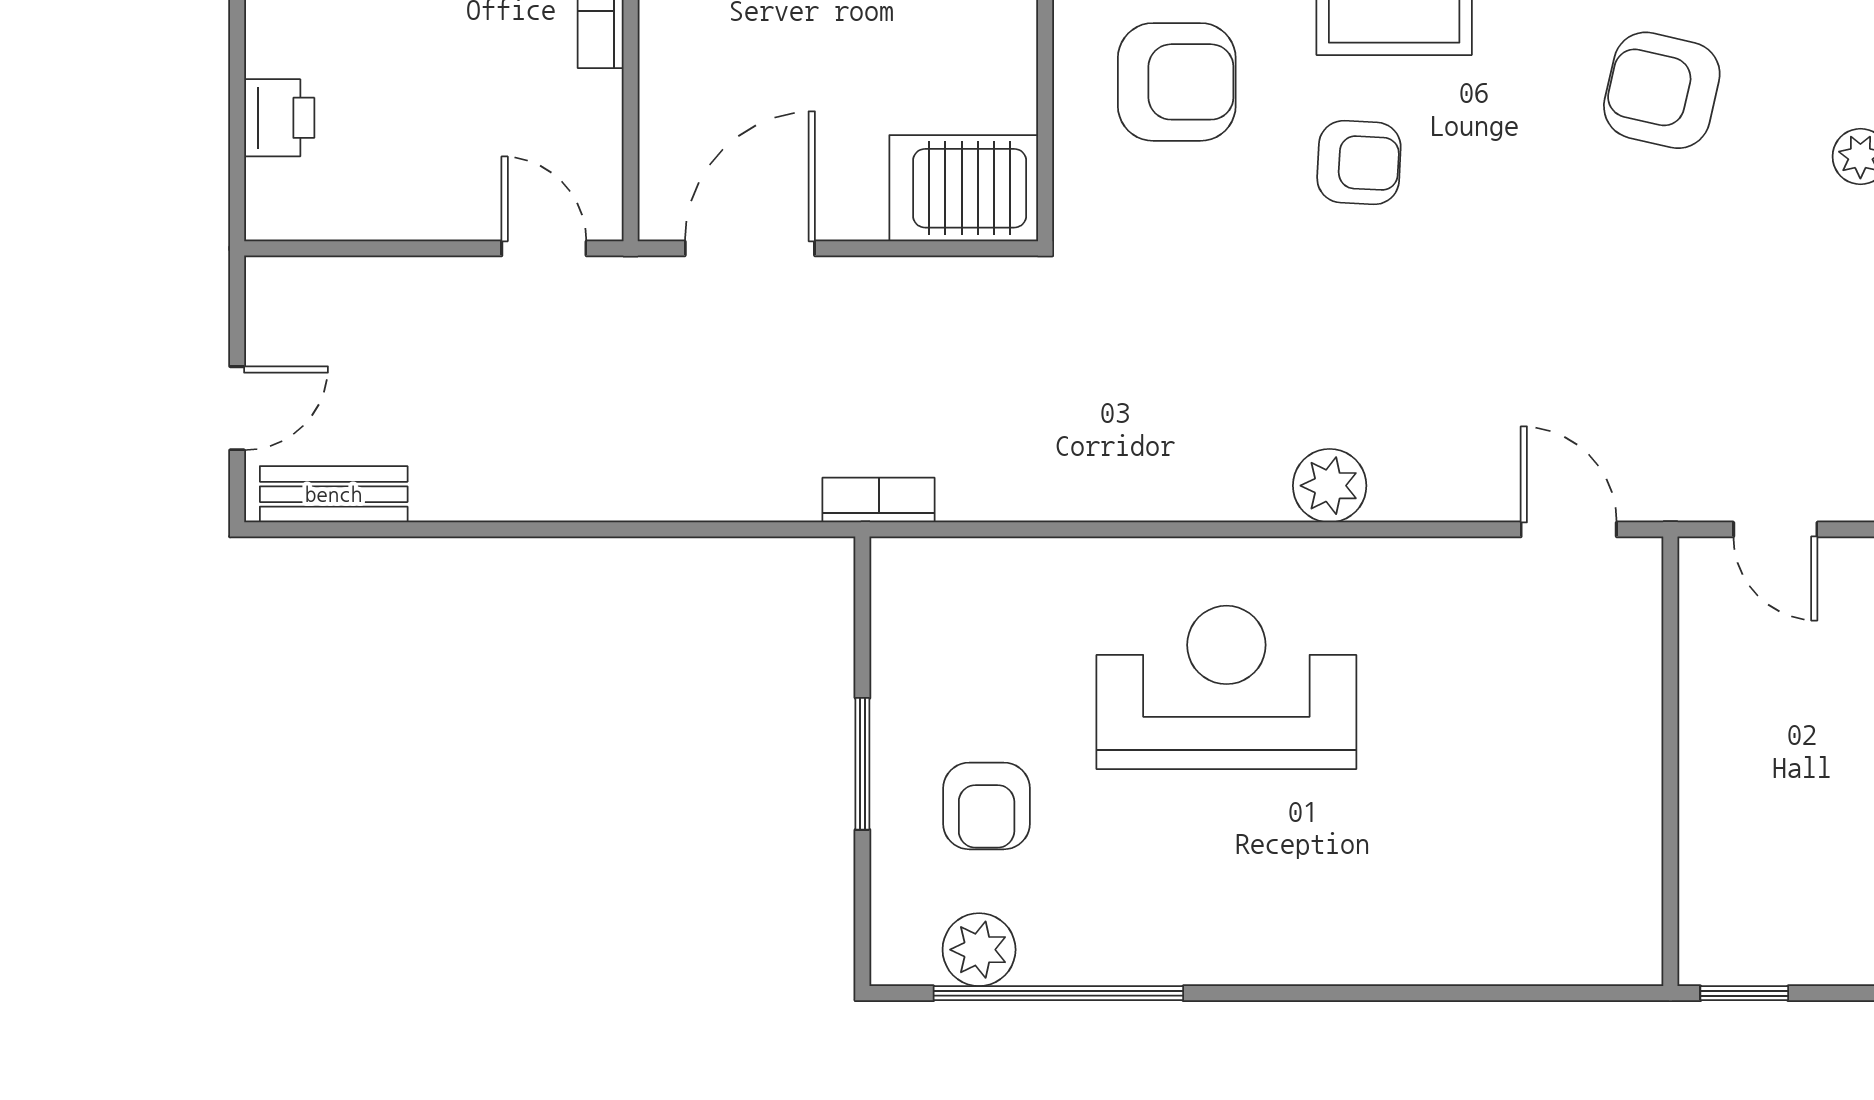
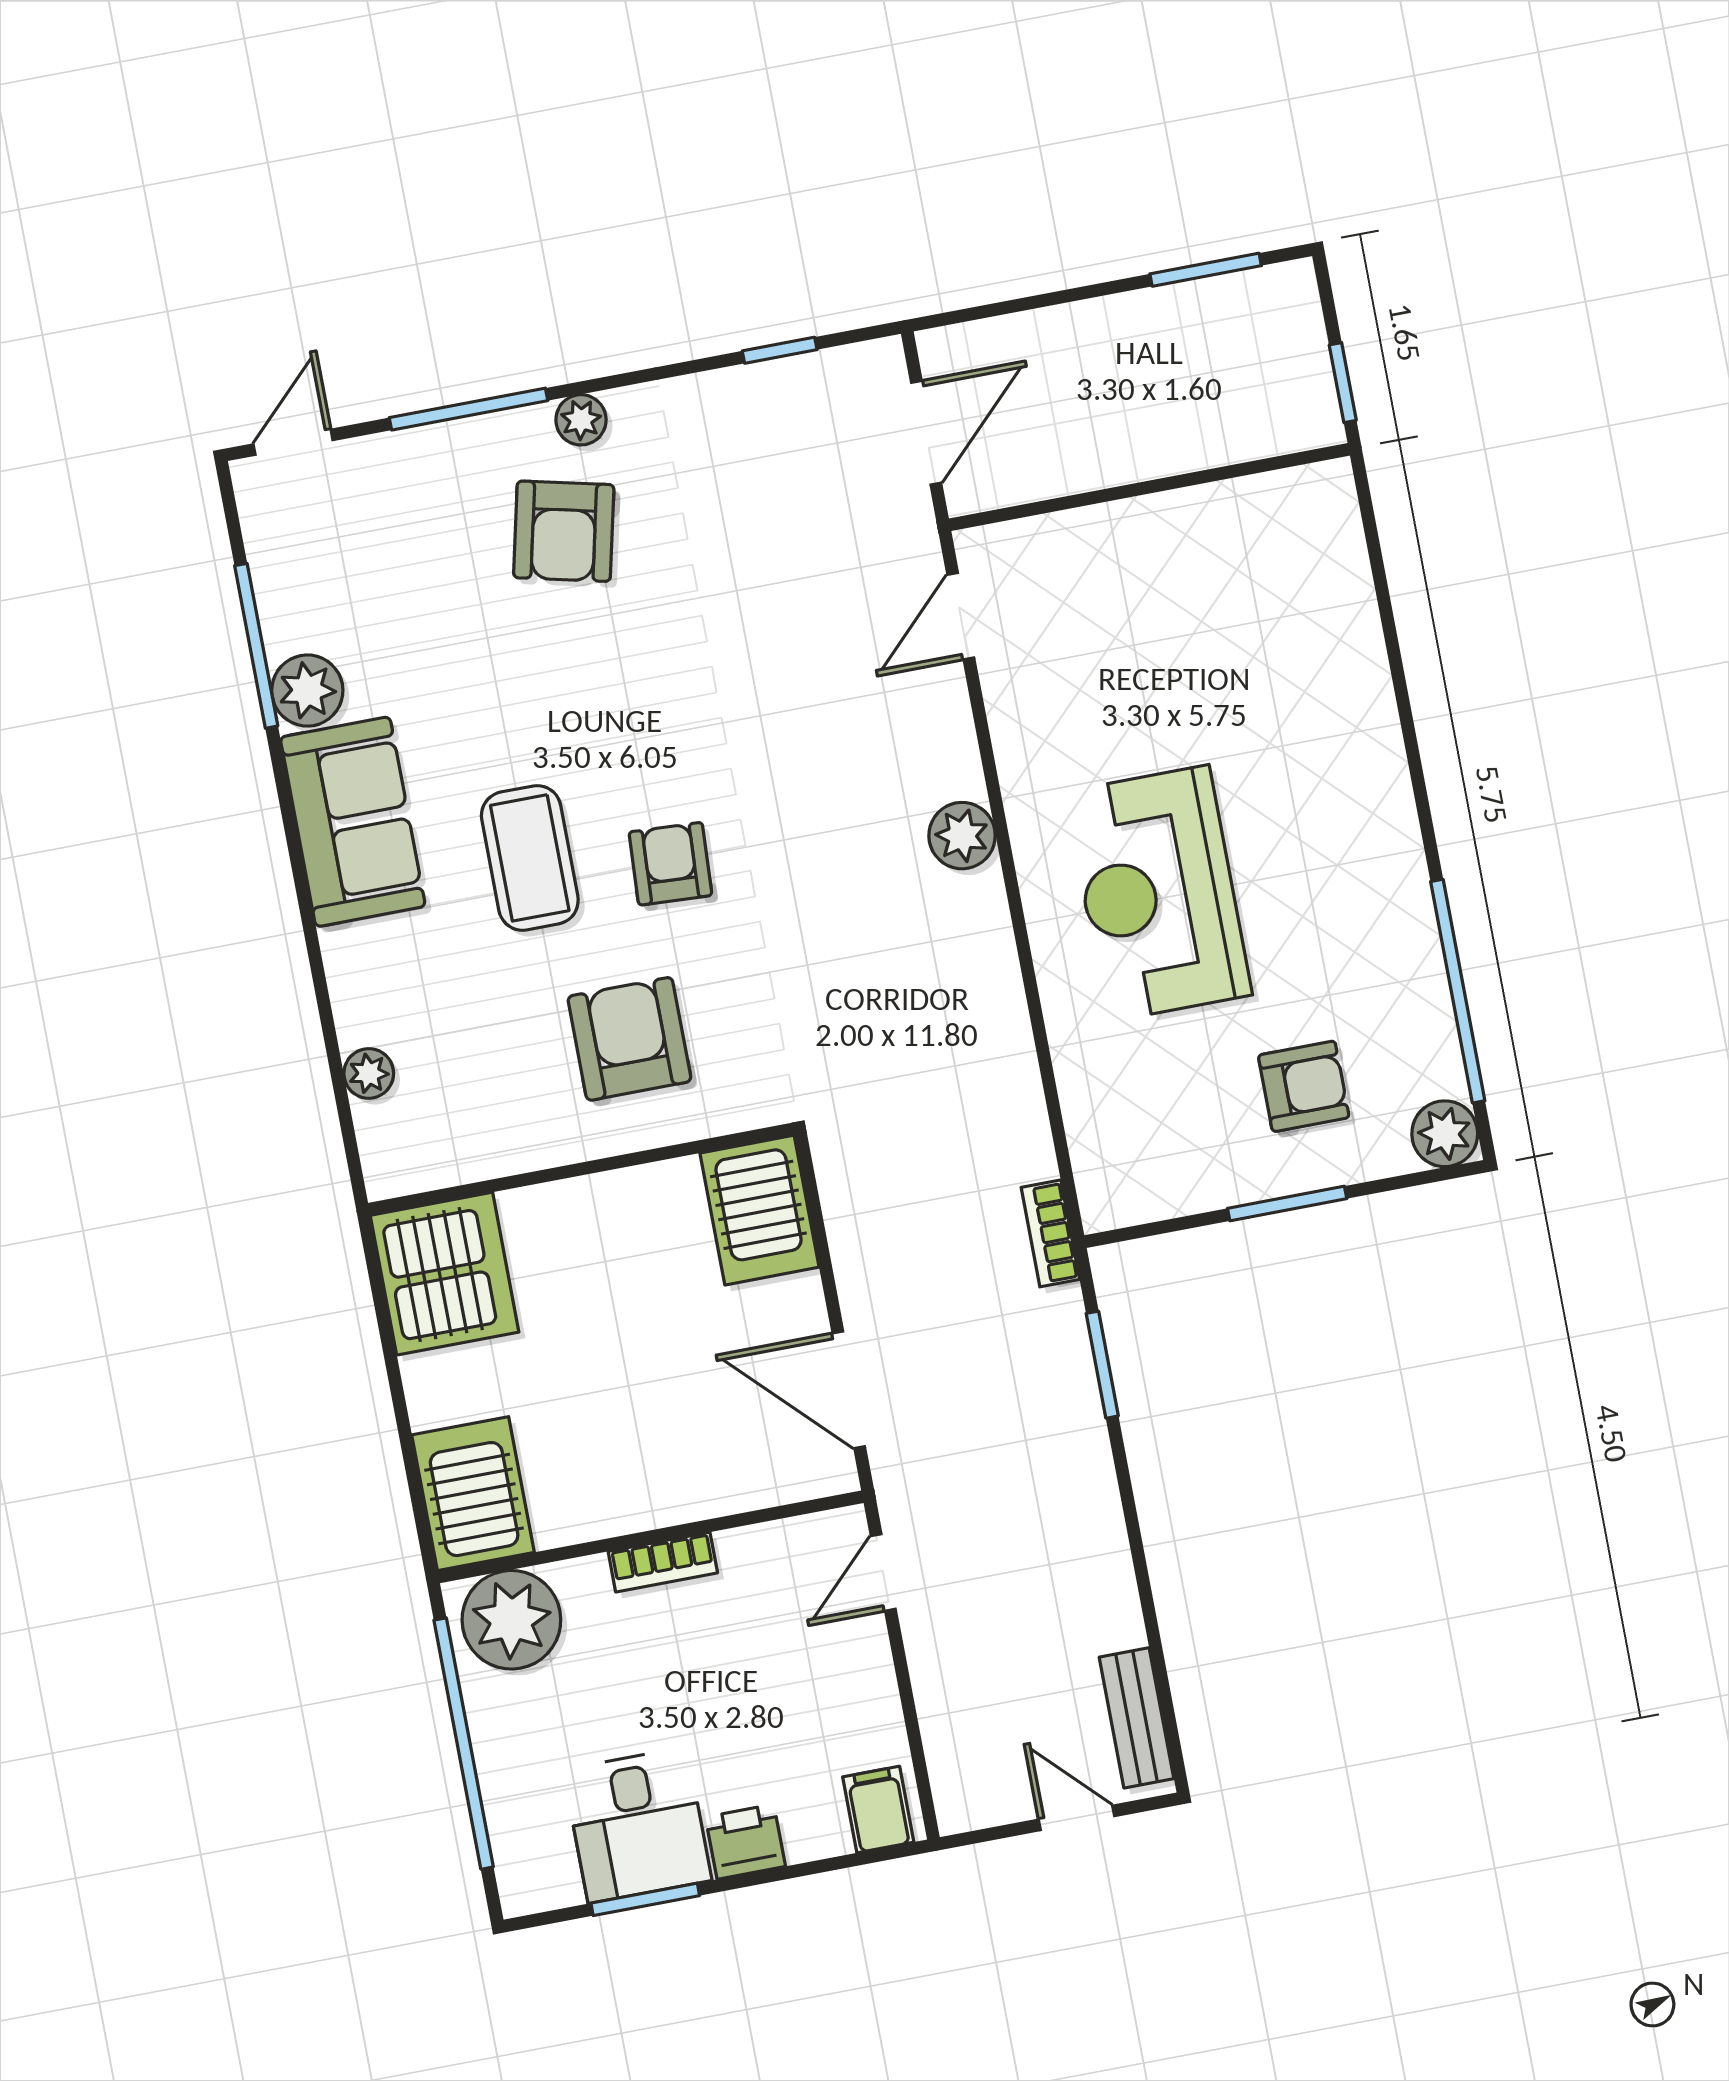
armchair: (1662, 90) -> (564, 531), moved
printer: (279, 118) -> (745, 1842), moved
filing cabinet: (287, 194) -> (878, 1810), added
window: (725, 529) -> (1102, 1365), added
door: (1775, 529) -> (926, 433), width x1.37
plant: (979, 950) -> (1445, 1134), moved

